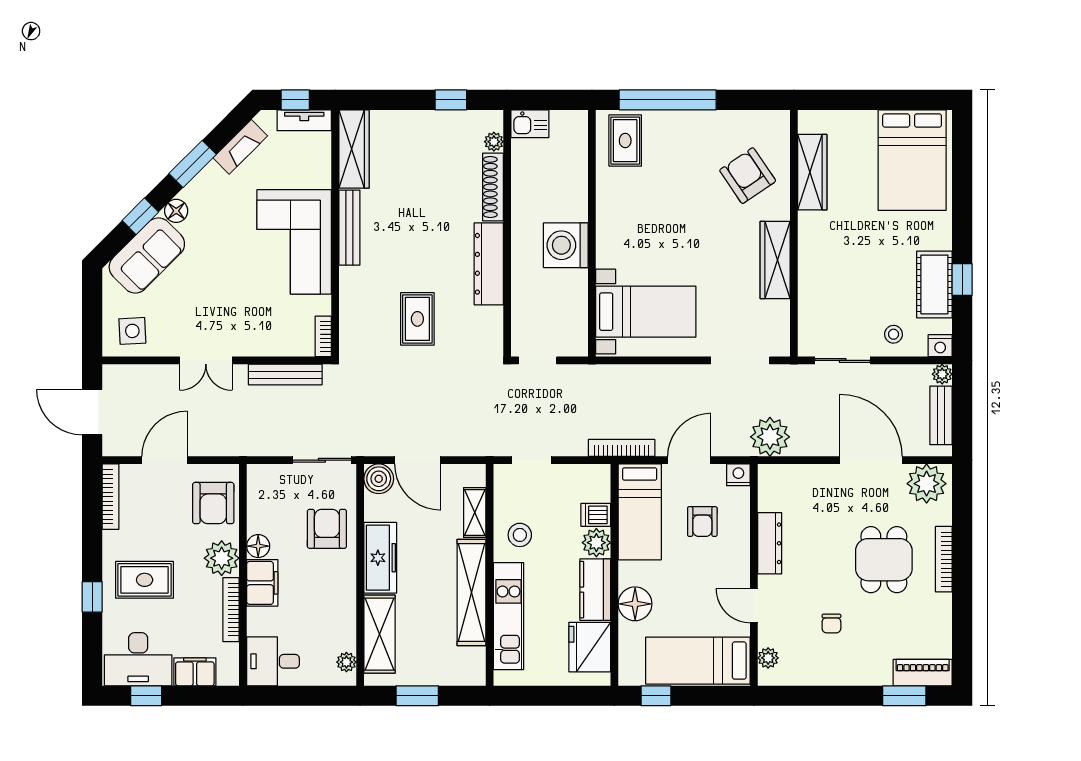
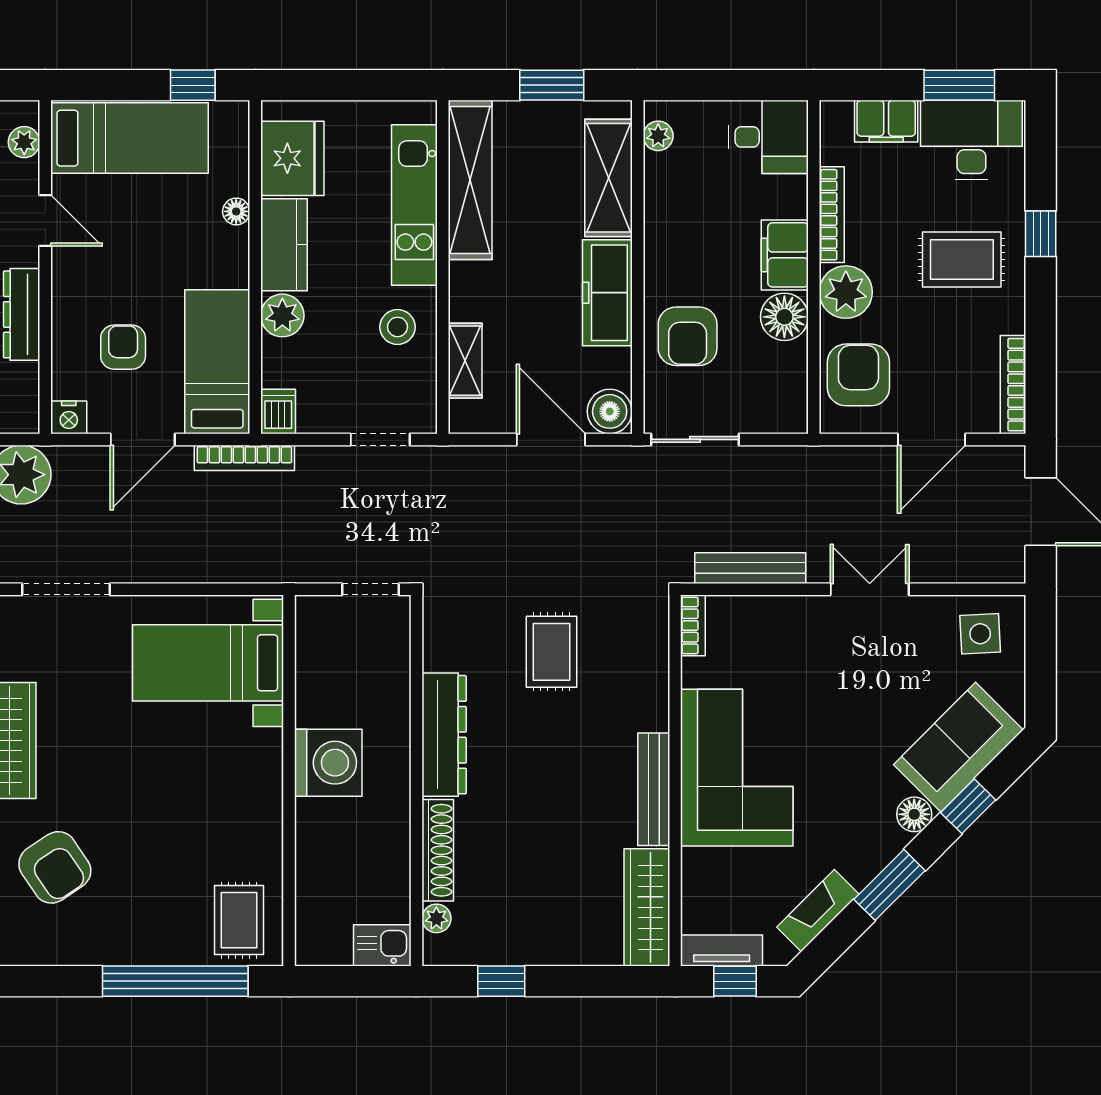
dishwasher: (596, 515) -> (278, 411), moved, turned -90
floor lamp: (258, 546) -> (784, 317), width x1.38, depth x1.38
shelving: (472, 592) -> (470, 180), moved
floor lamp: (635, 604) -> (236, 211), width x0.53, depth x0.53
window: (146, 696) -> (959, 85), width x1.50

